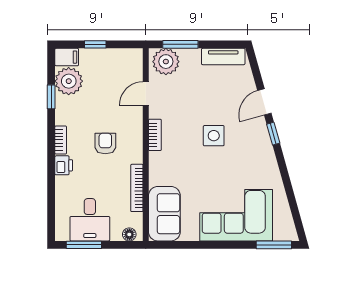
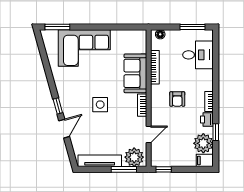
window: (95, 44) -> (164, 169), moved
tv unit: (223, 56) -> (100, 161), width x1.41
printer: (64, 165) -> (207, 119), moved
sofa: (164, 214) -> (135, 73), moved
desk: (90, 220) -> (198, 55), moved, turned 90

